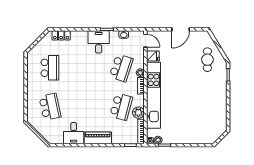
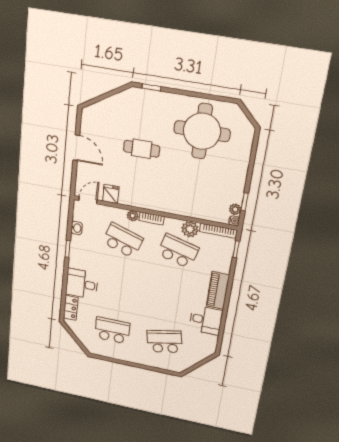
desk: (99, 42) -> (82, 284), moved
cafe table: (207, 60) -> (142, 149), moved
kitchen unit: (154, 95) -> (168, 203), removed
round table: (206, 111) -> (202, 131), added

